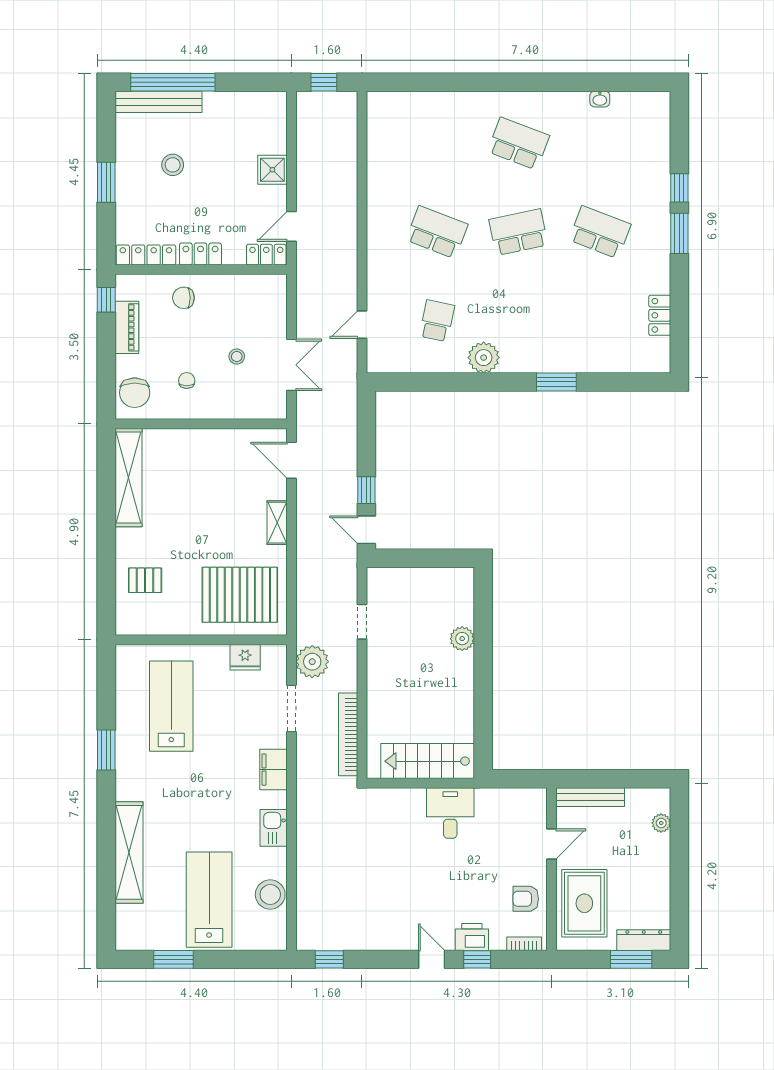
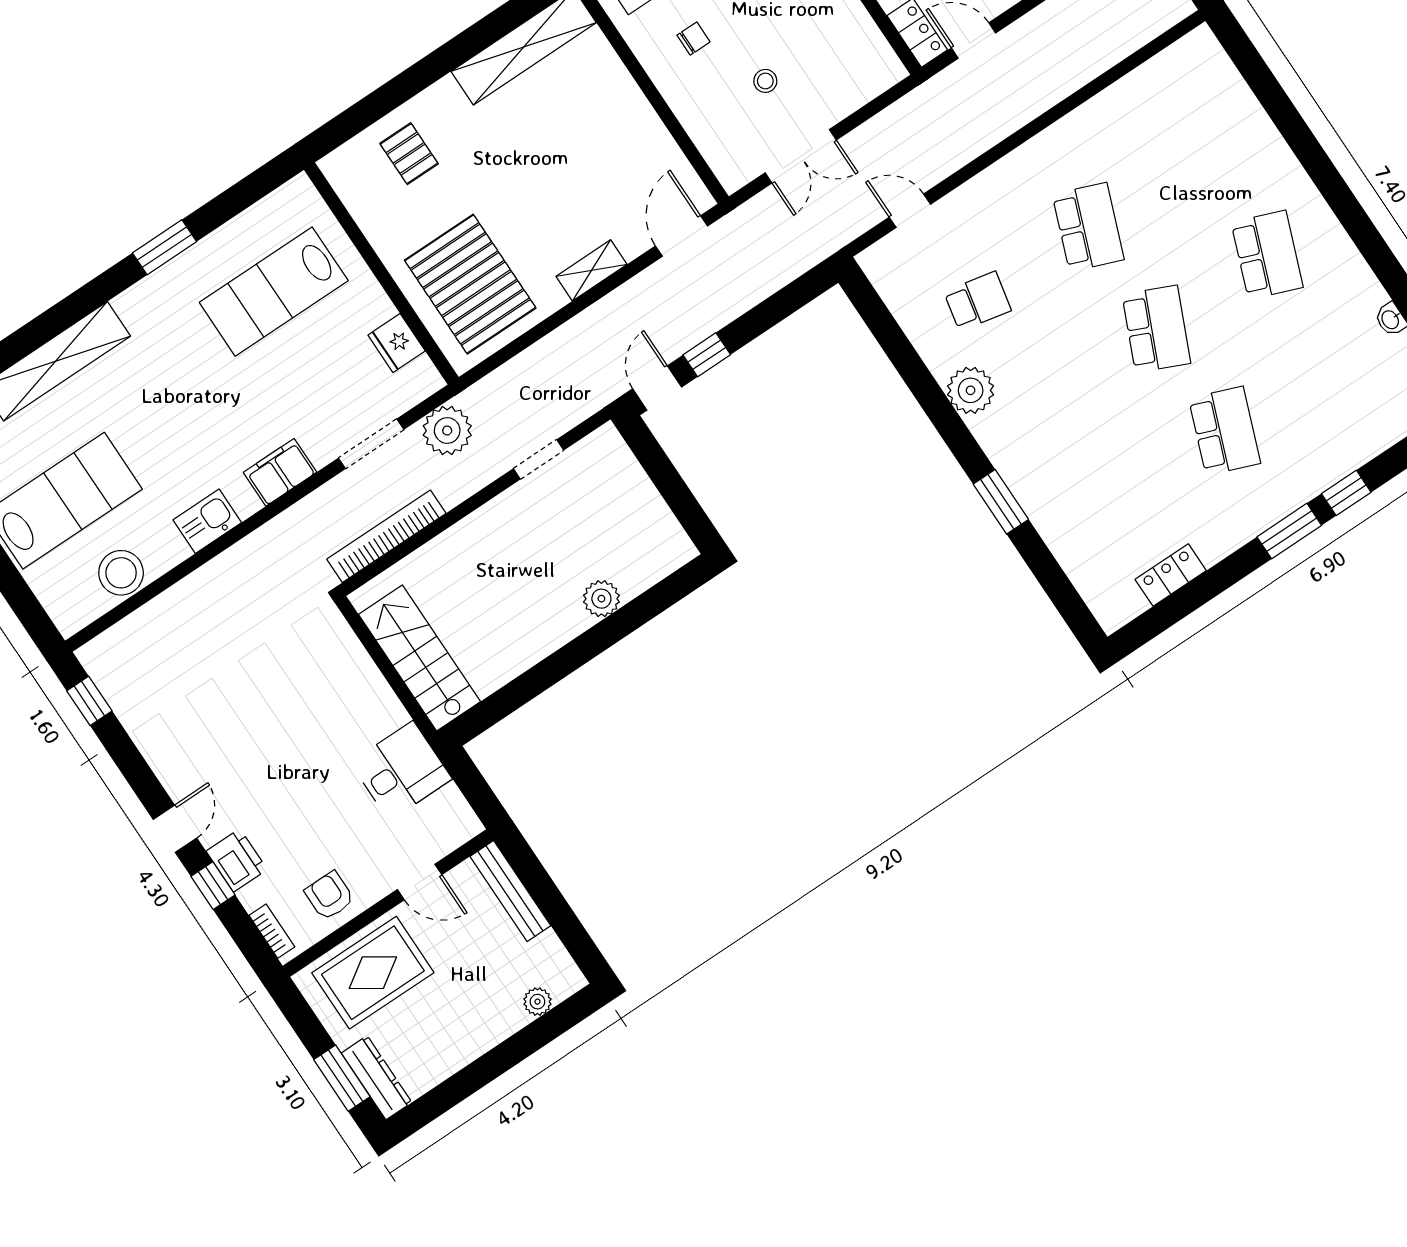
school desk: (518, 232) -> (1156, 329), turned 36
lab bench: (171, 706) -> (274, 292), turned 180
desk: (450, 813) -> (401, 771), moved

